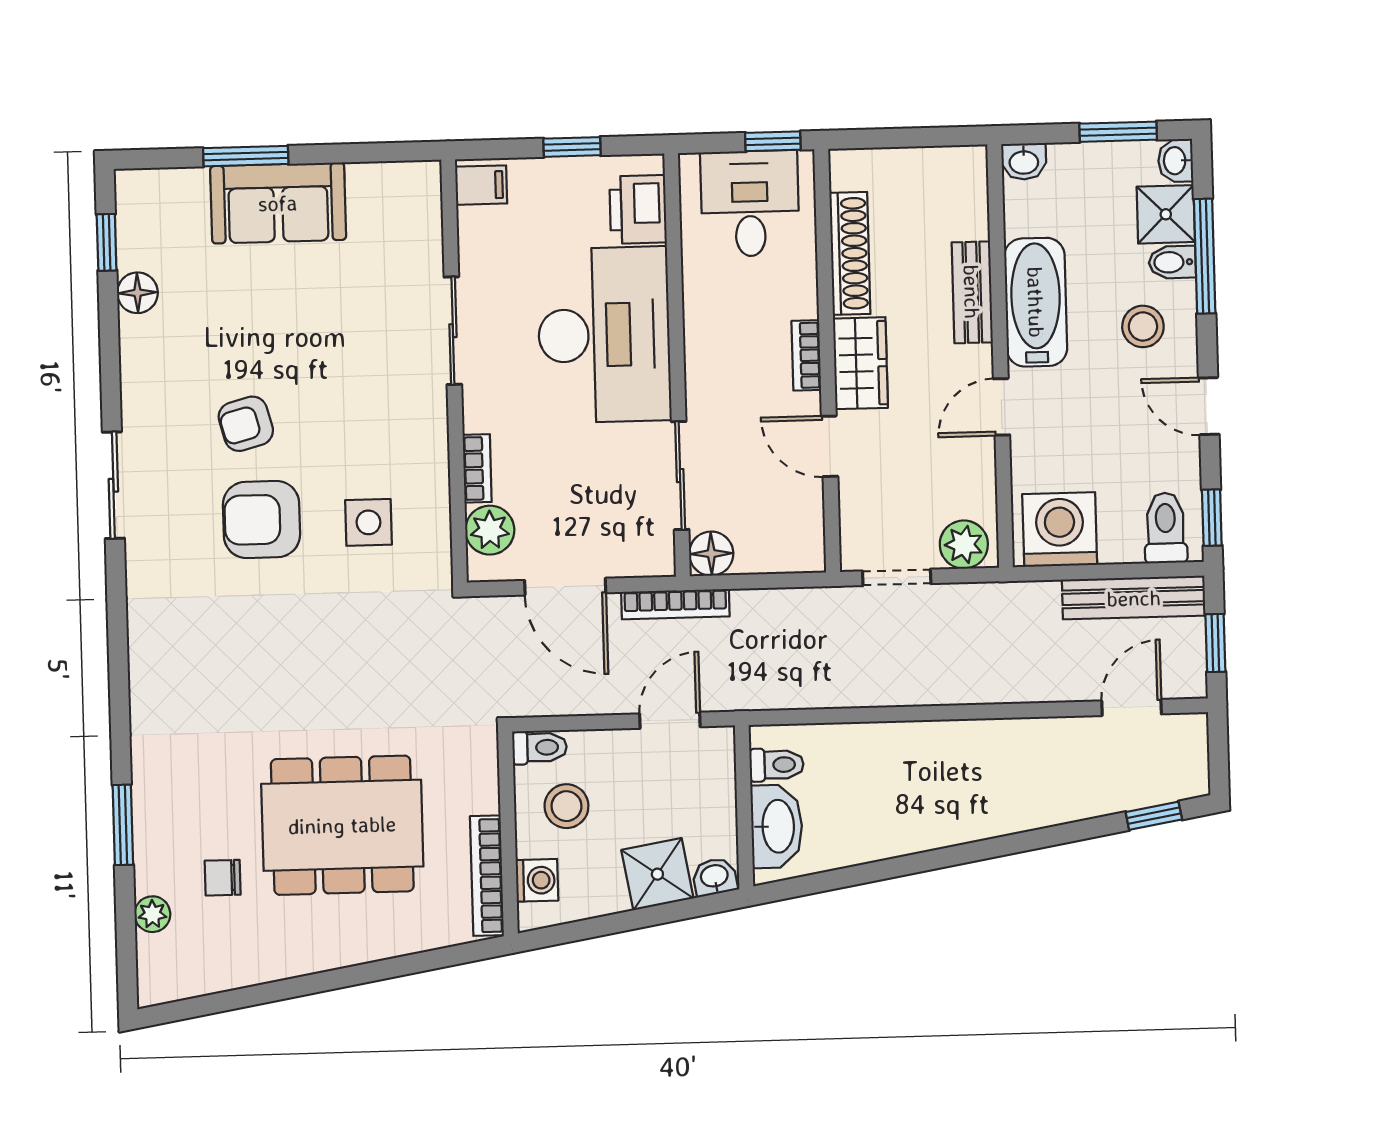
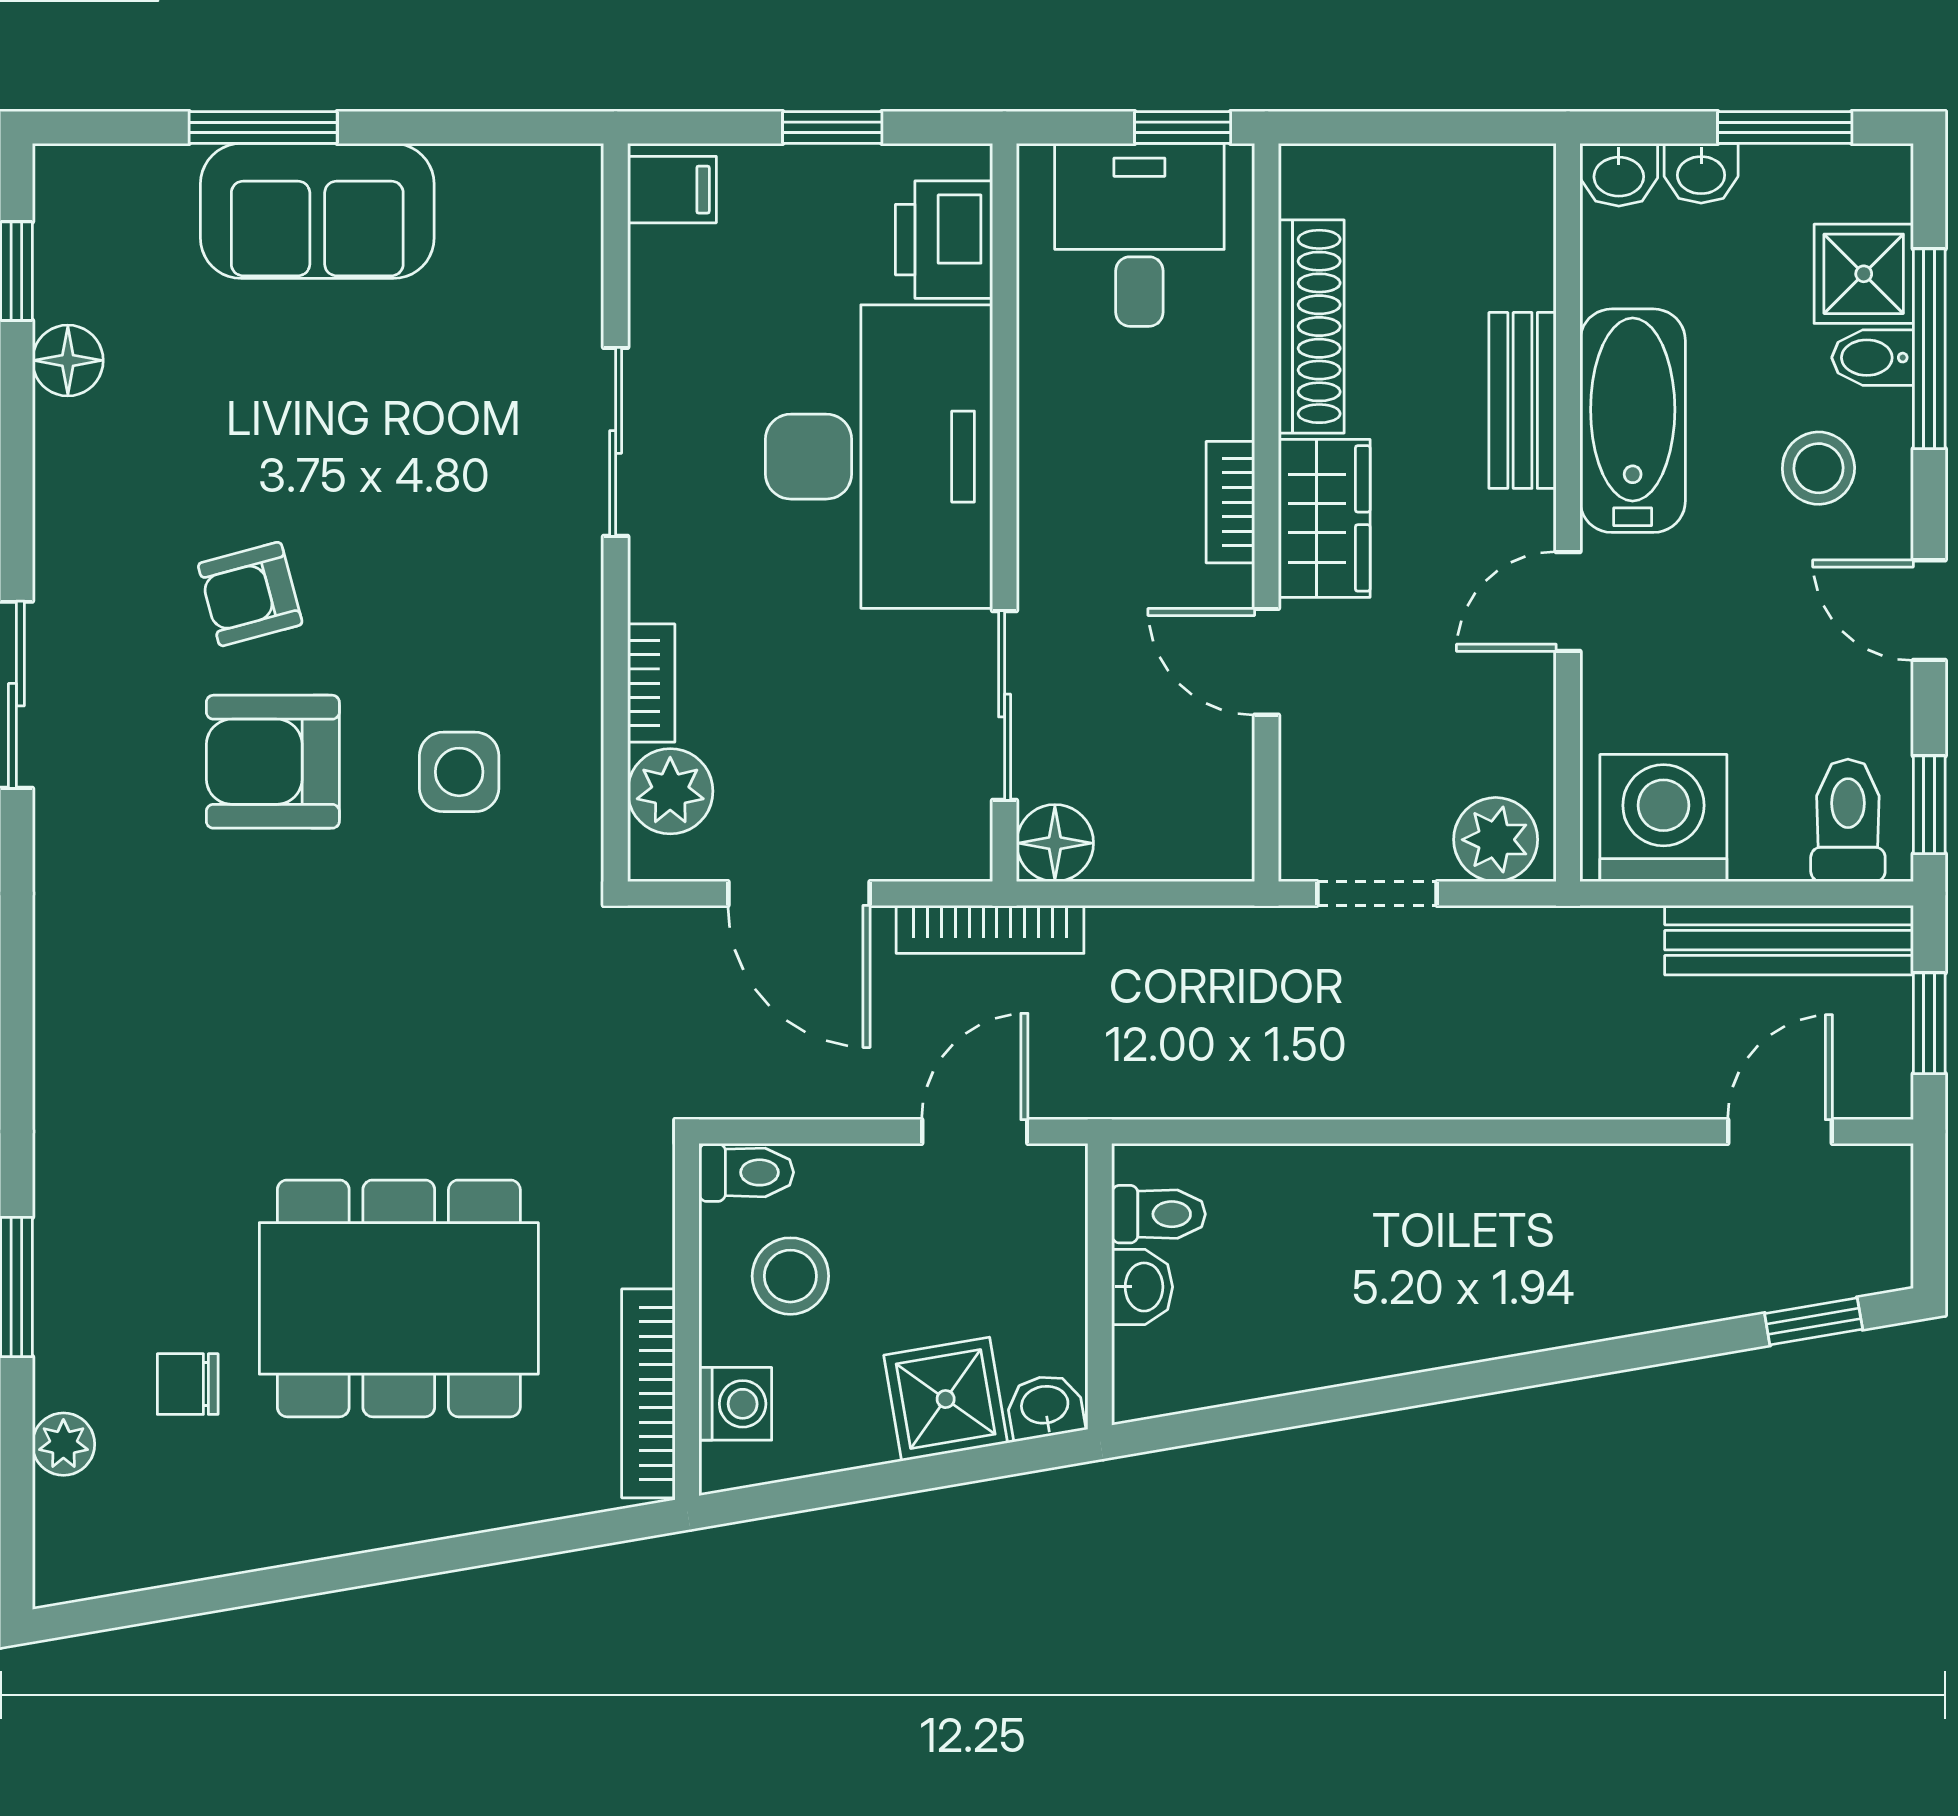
washbasin: (1176, 161) -> (1701, 173), moved, turned -90
washbasin: (777, 826) -> (1142, 1287), width x0.52, depth x0.69

